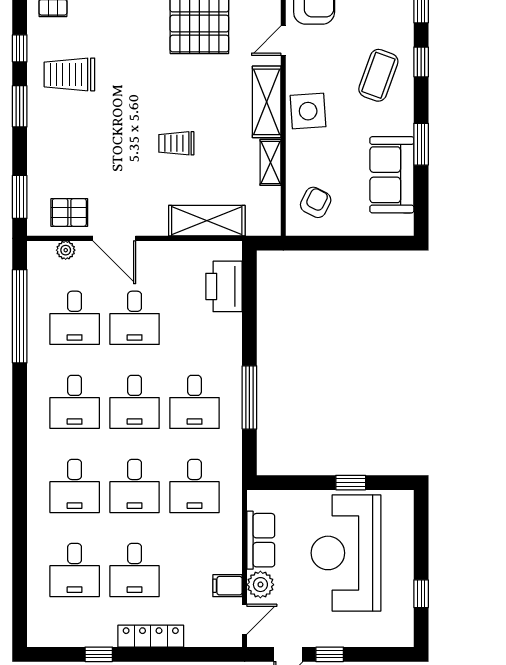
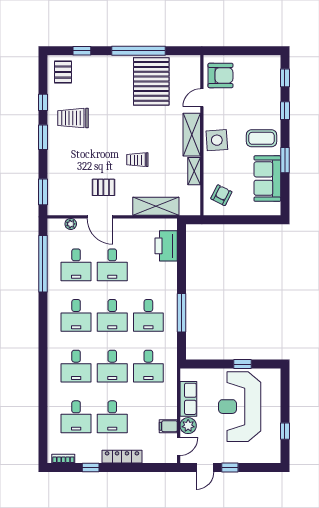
coffee table: (378, 75) -> (261, 138), moved, turned 70
pallet: (69, 212) -> (103, 187), moved
bookcase: (53, 639) -> (63, 459), added

